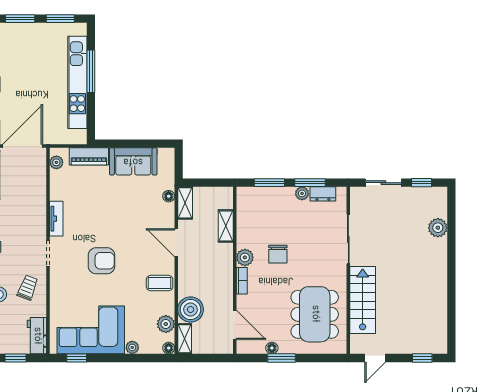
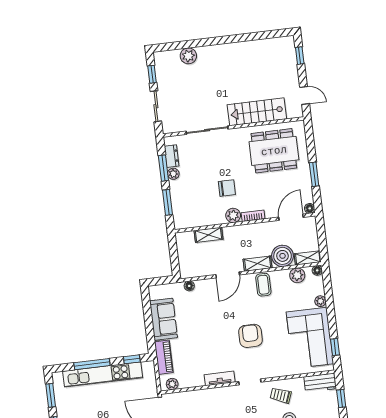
window: (91, 119) -> (132, 359), added
shelving: (185, 203) -> (258, 264), moved
floor lamp: (272, 348) -> (310, 208), moved

